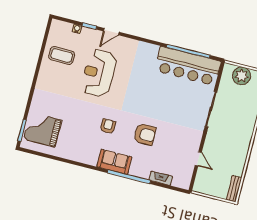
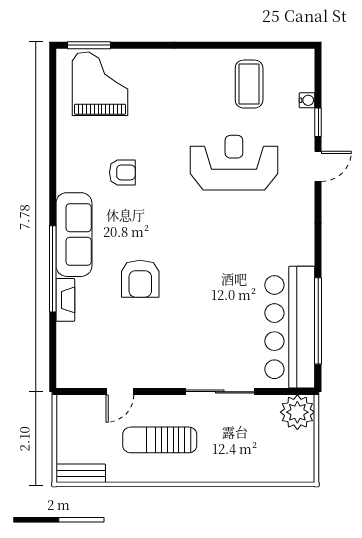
door: (111, 32) -> (318, 166), swing flipped
plant: (242, 76) -> (297, 412), moved
armchair: (108, 126) -> (122, 172), moved
sun lounger: (227, 145) -> (160, 440), added
sofa: (114, 162) -> (74, 235), width x1.36
fireplace: (161, 178) -> (65, 300), moved

